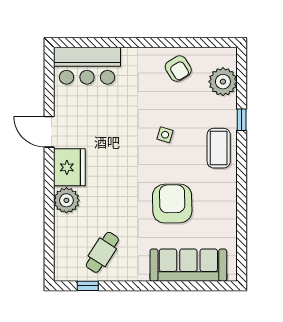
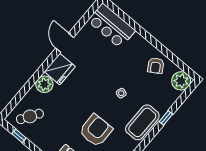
plant: (223, 82) -> (181, 81), moved
coffee table: (219, 148) -> (142, 122), width x1.36, depth x1.32
cafe table: (102, 252) -> (30, 116), moved

